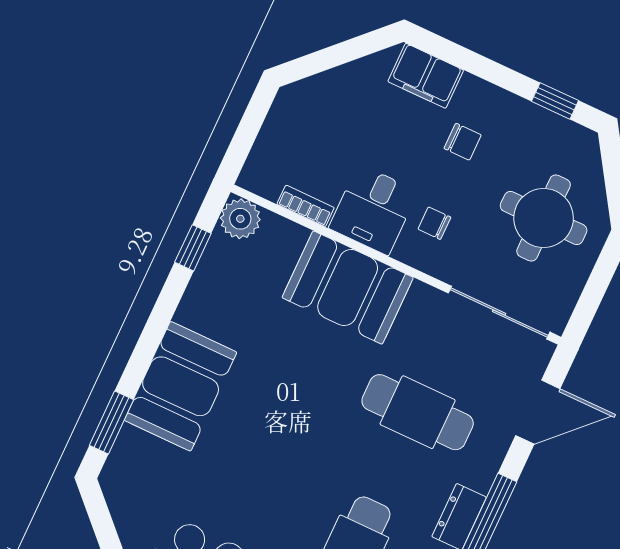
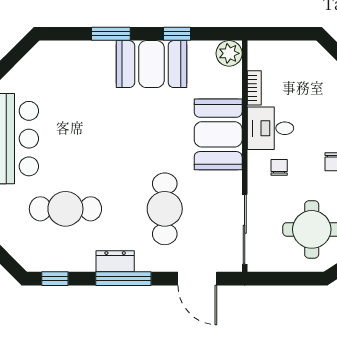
window: (193, 248) -> (177, 34), moved
booth: (181, 386) -> (151, 64), moved
window: (112, 422) -> (111, 34), moved

